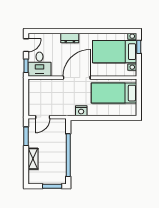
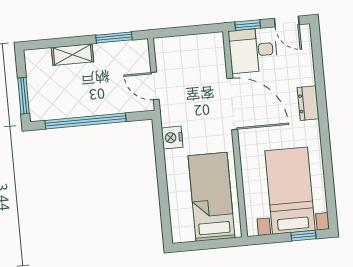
door: (77, 78) -> (232, 104), moved
door: (43, 117) -> (155, 86), moved

